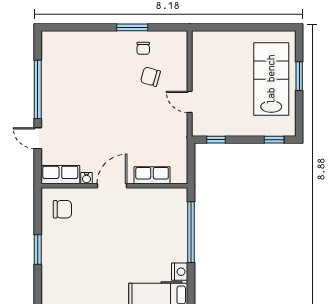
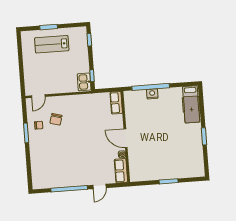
lab bench: (271, 79) -> (52, 44), width x0.73, depth x0.72
door: (190, 102) -> (38, 96), moved
kitchen sink: (207, 126) -> (84, 82), added
row of seats: (152, 175) -> (116, 103), moved
chair: (62, 209) -> (142, 168), removed
nightstand: (180, 272) -> (152, 94), moved

